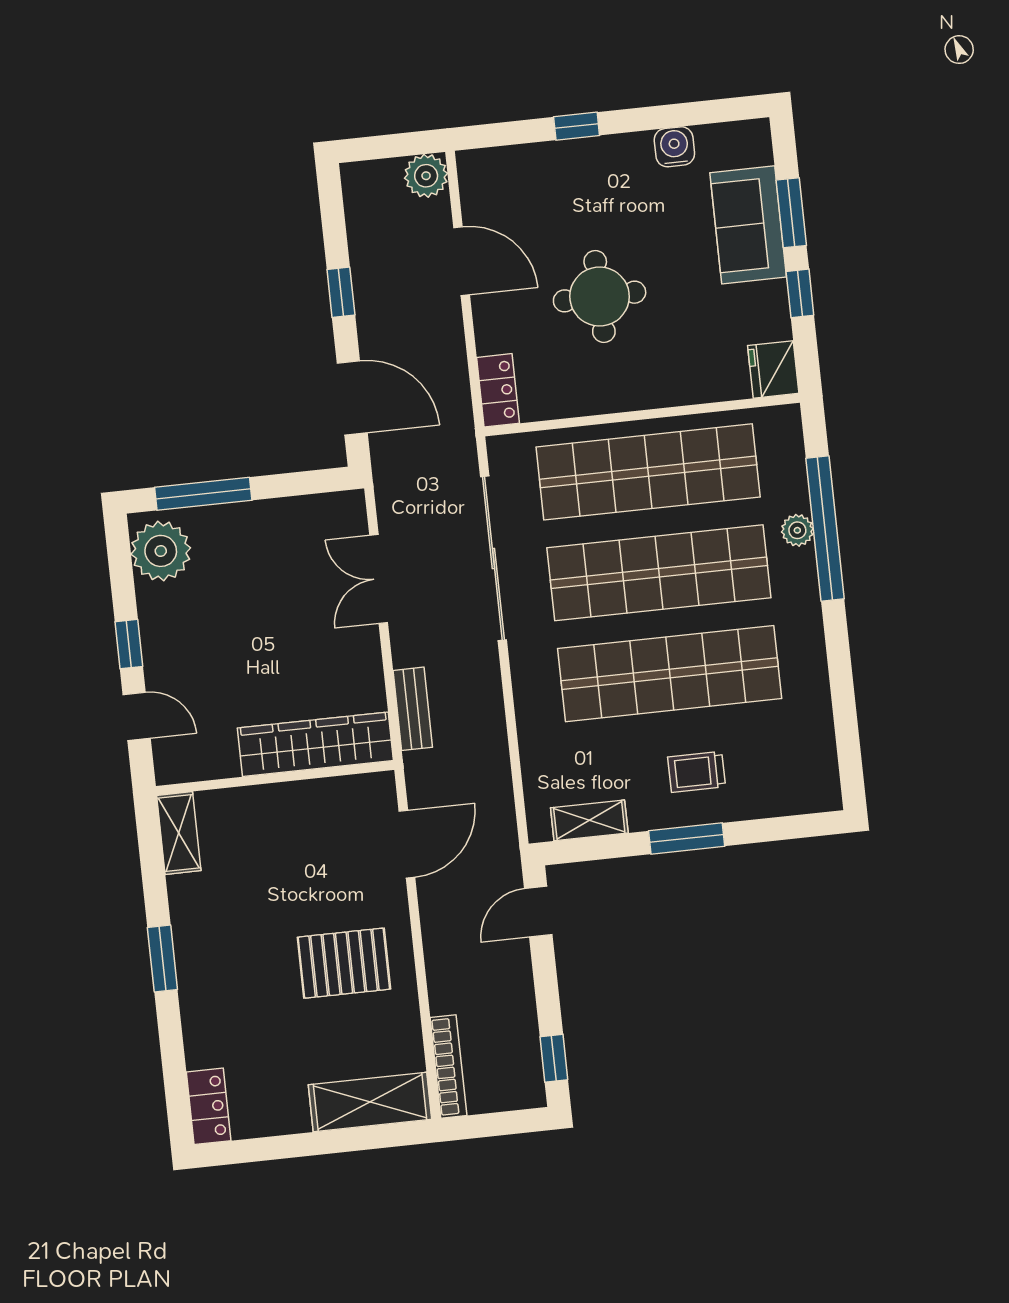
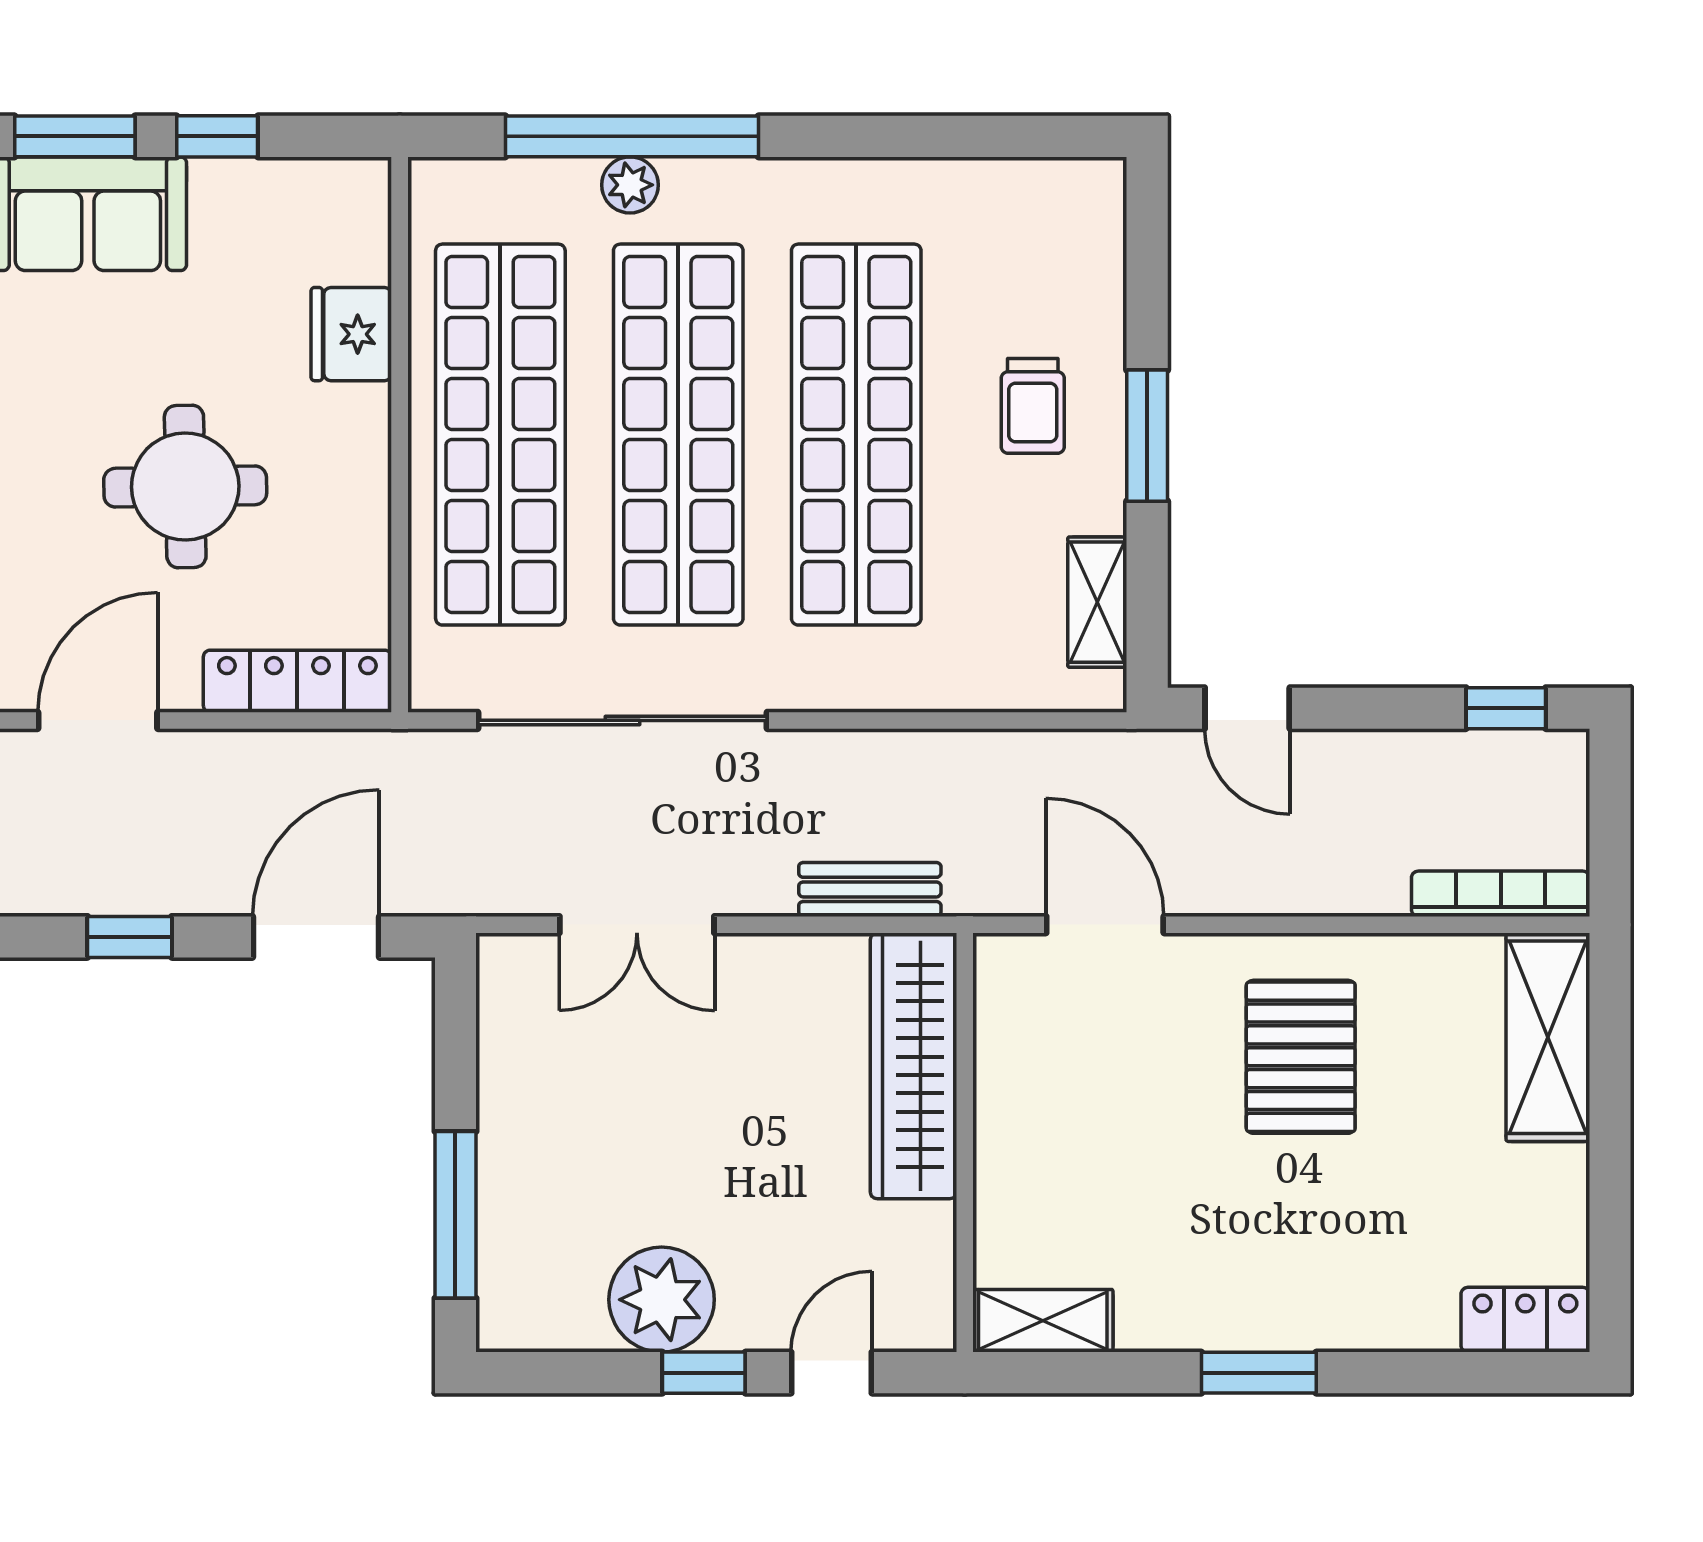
fridge: (773, 369) -> (351, 334), moved, turned 90
locker: (498, 390) -> (297, 681), width x1.53
plant: (161, 551) -> (662, 1300), moved

